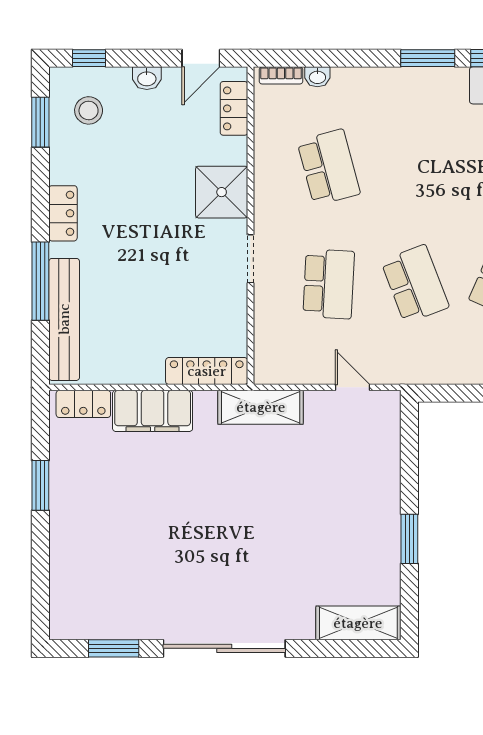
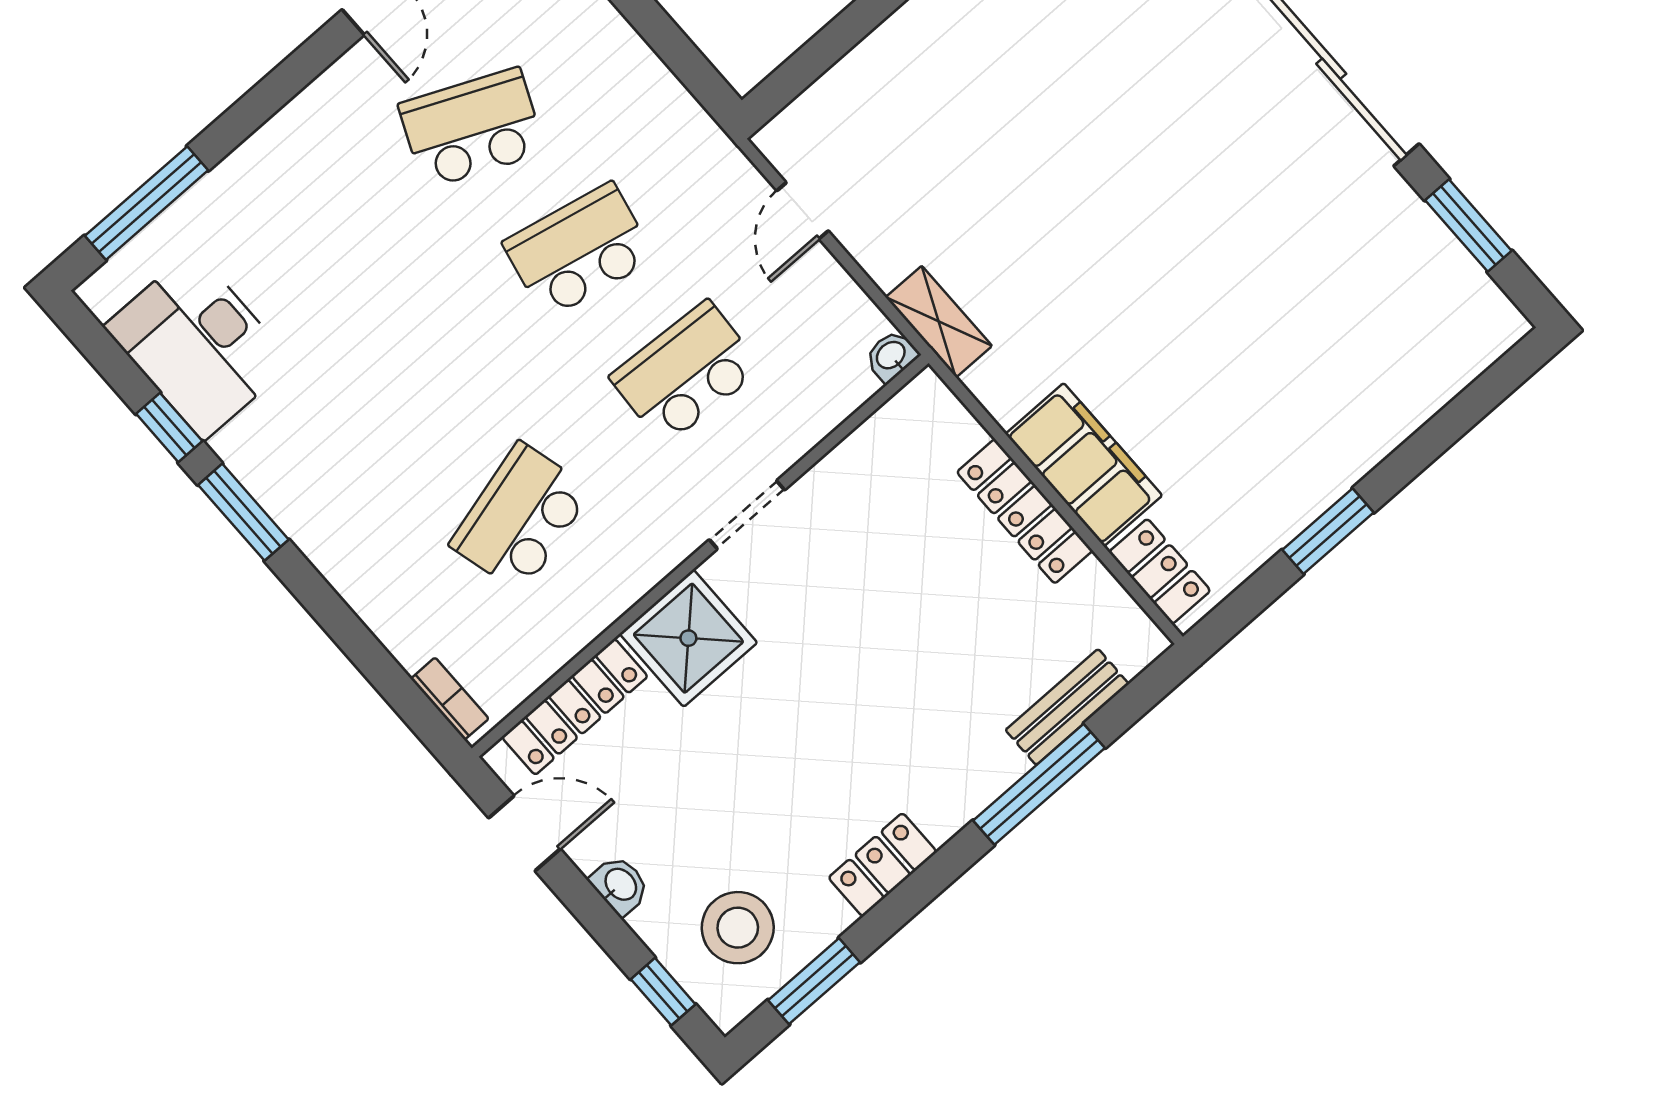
washbasin: (317, 77) -> (891, 356), moved, turned -90
locker: (234, 108) -> (575, 707), width x1.53
stool: (89, 110) -> (738, 928), width x1.38, depth x1.38
locker: (63, 213) -> (883, 865), moved
school desk: (415, 284) -> (579, 250), turned 33
bench: (64, 319) -> (1067, 707), width x0.54, depth x0.82
locker: (207, 371) -> (1025, 511), moved
shelving: (261, 407) -> (939, 322), width x0.67, depth x0.75

